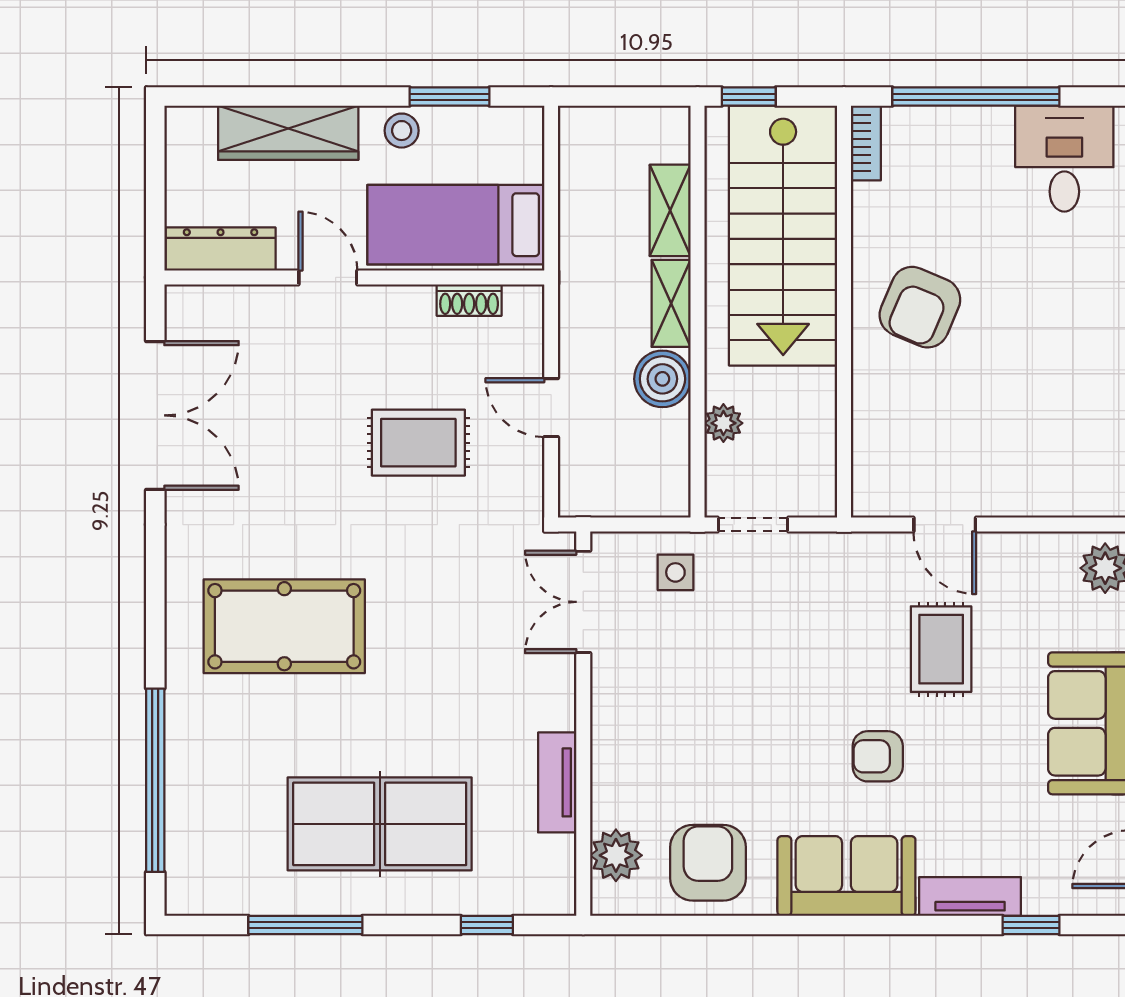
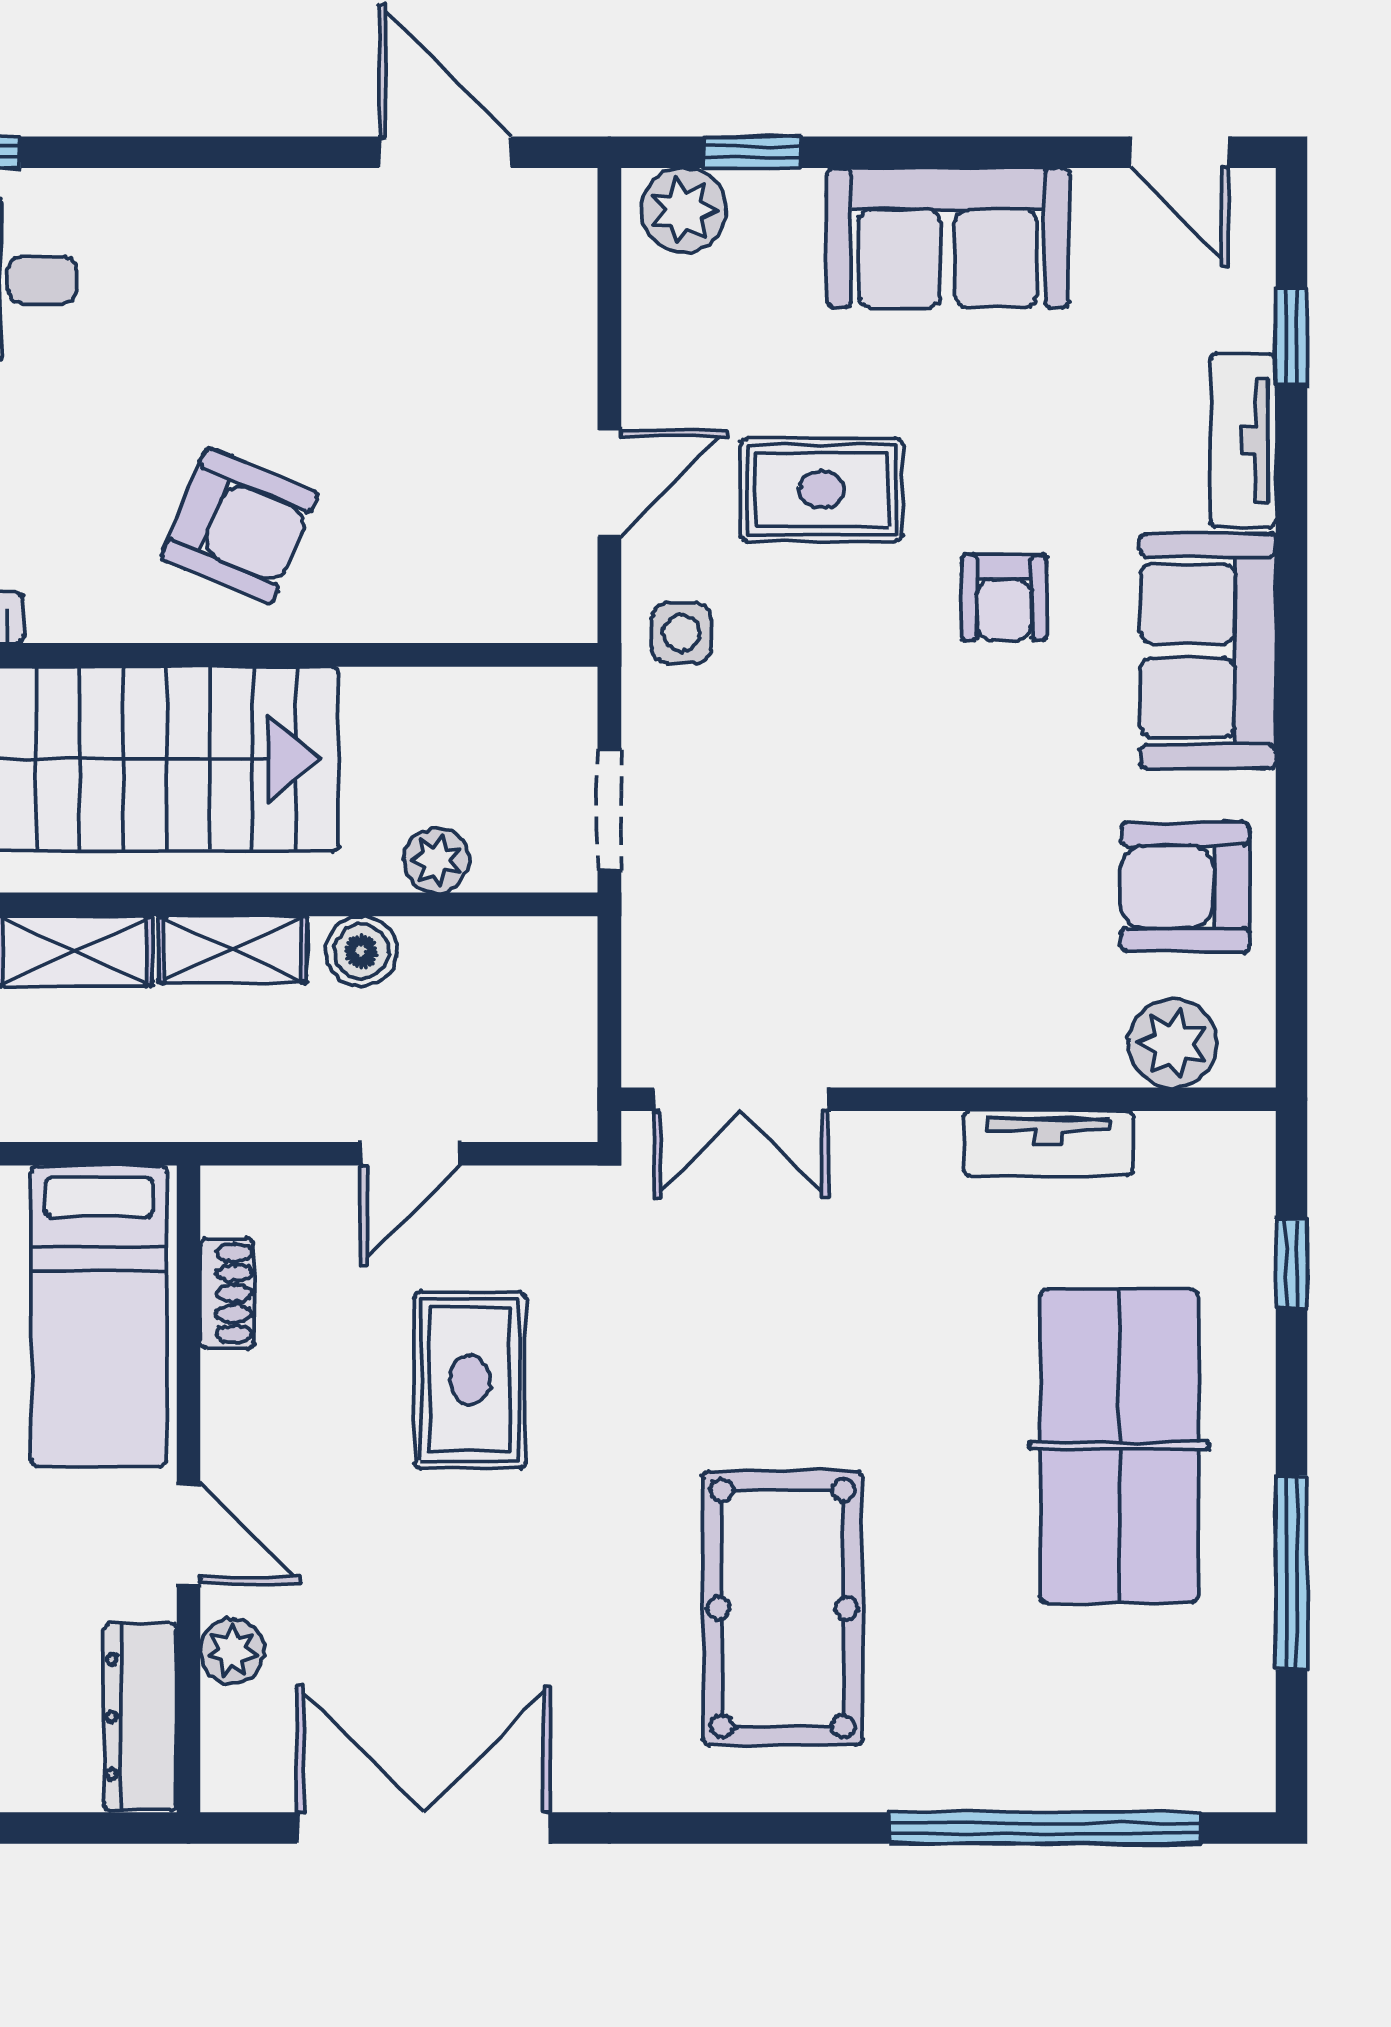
door: (328, 277) -> (189, 1534), swing flipped
plant: (259, 303) -> (232, 1651), added
boiler: (662, 379) -> (361, 951), width x0.73, depth x0.73
side table: (675, 572) -> (682, 633), moved

